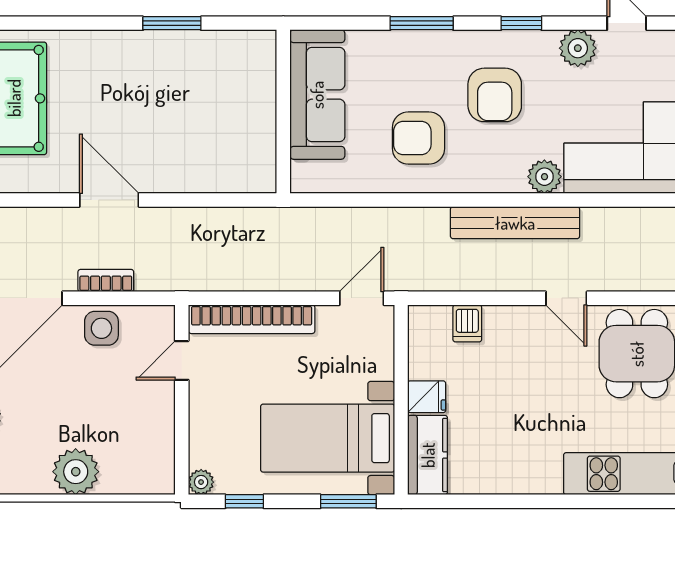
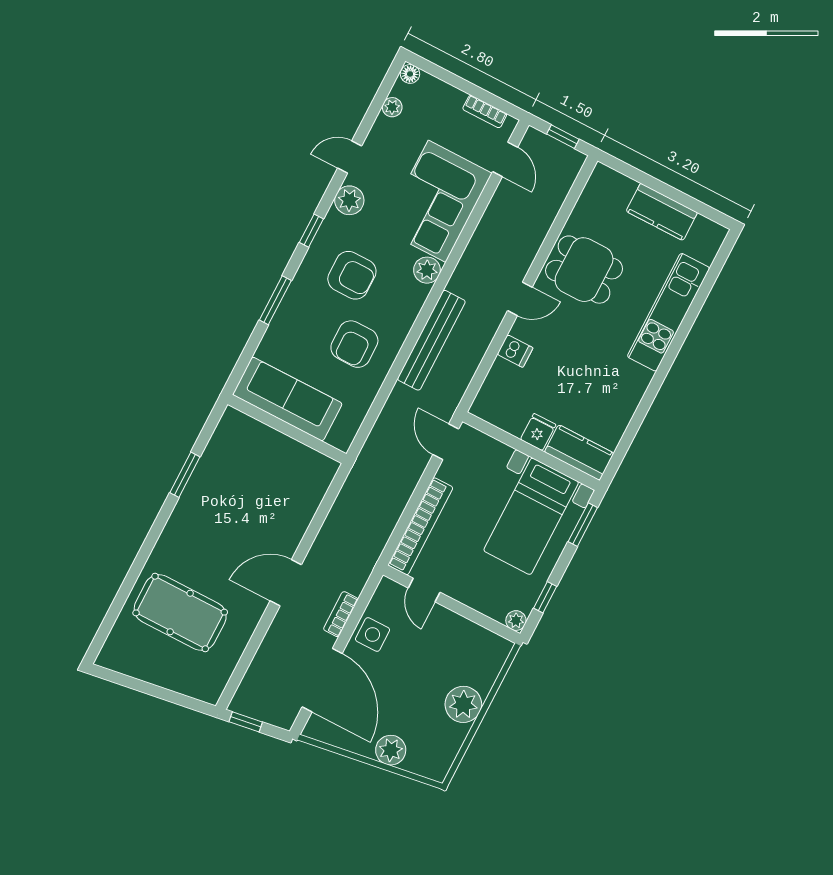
bench: (515, 223) -> (431, 340), moved
dishwasher: (467, 323) -> (515, 351), moved

